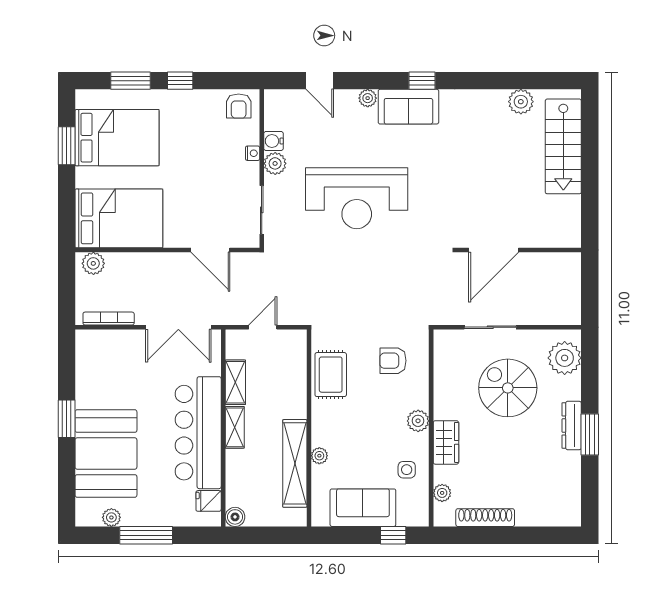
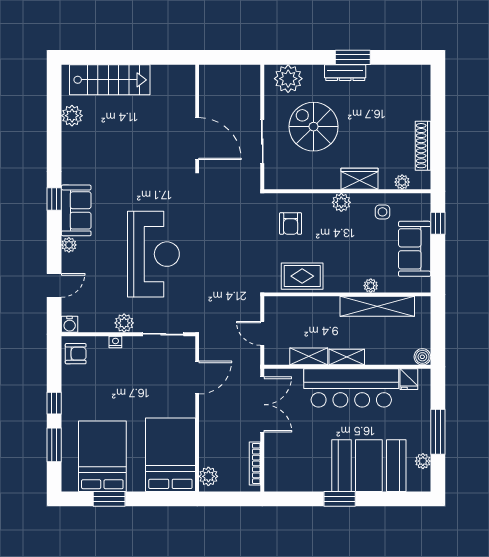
water cooler: (274, 141) -> (70, 324), moved
spiral stairs: (508, 388) -> (314, 127), turned 90

